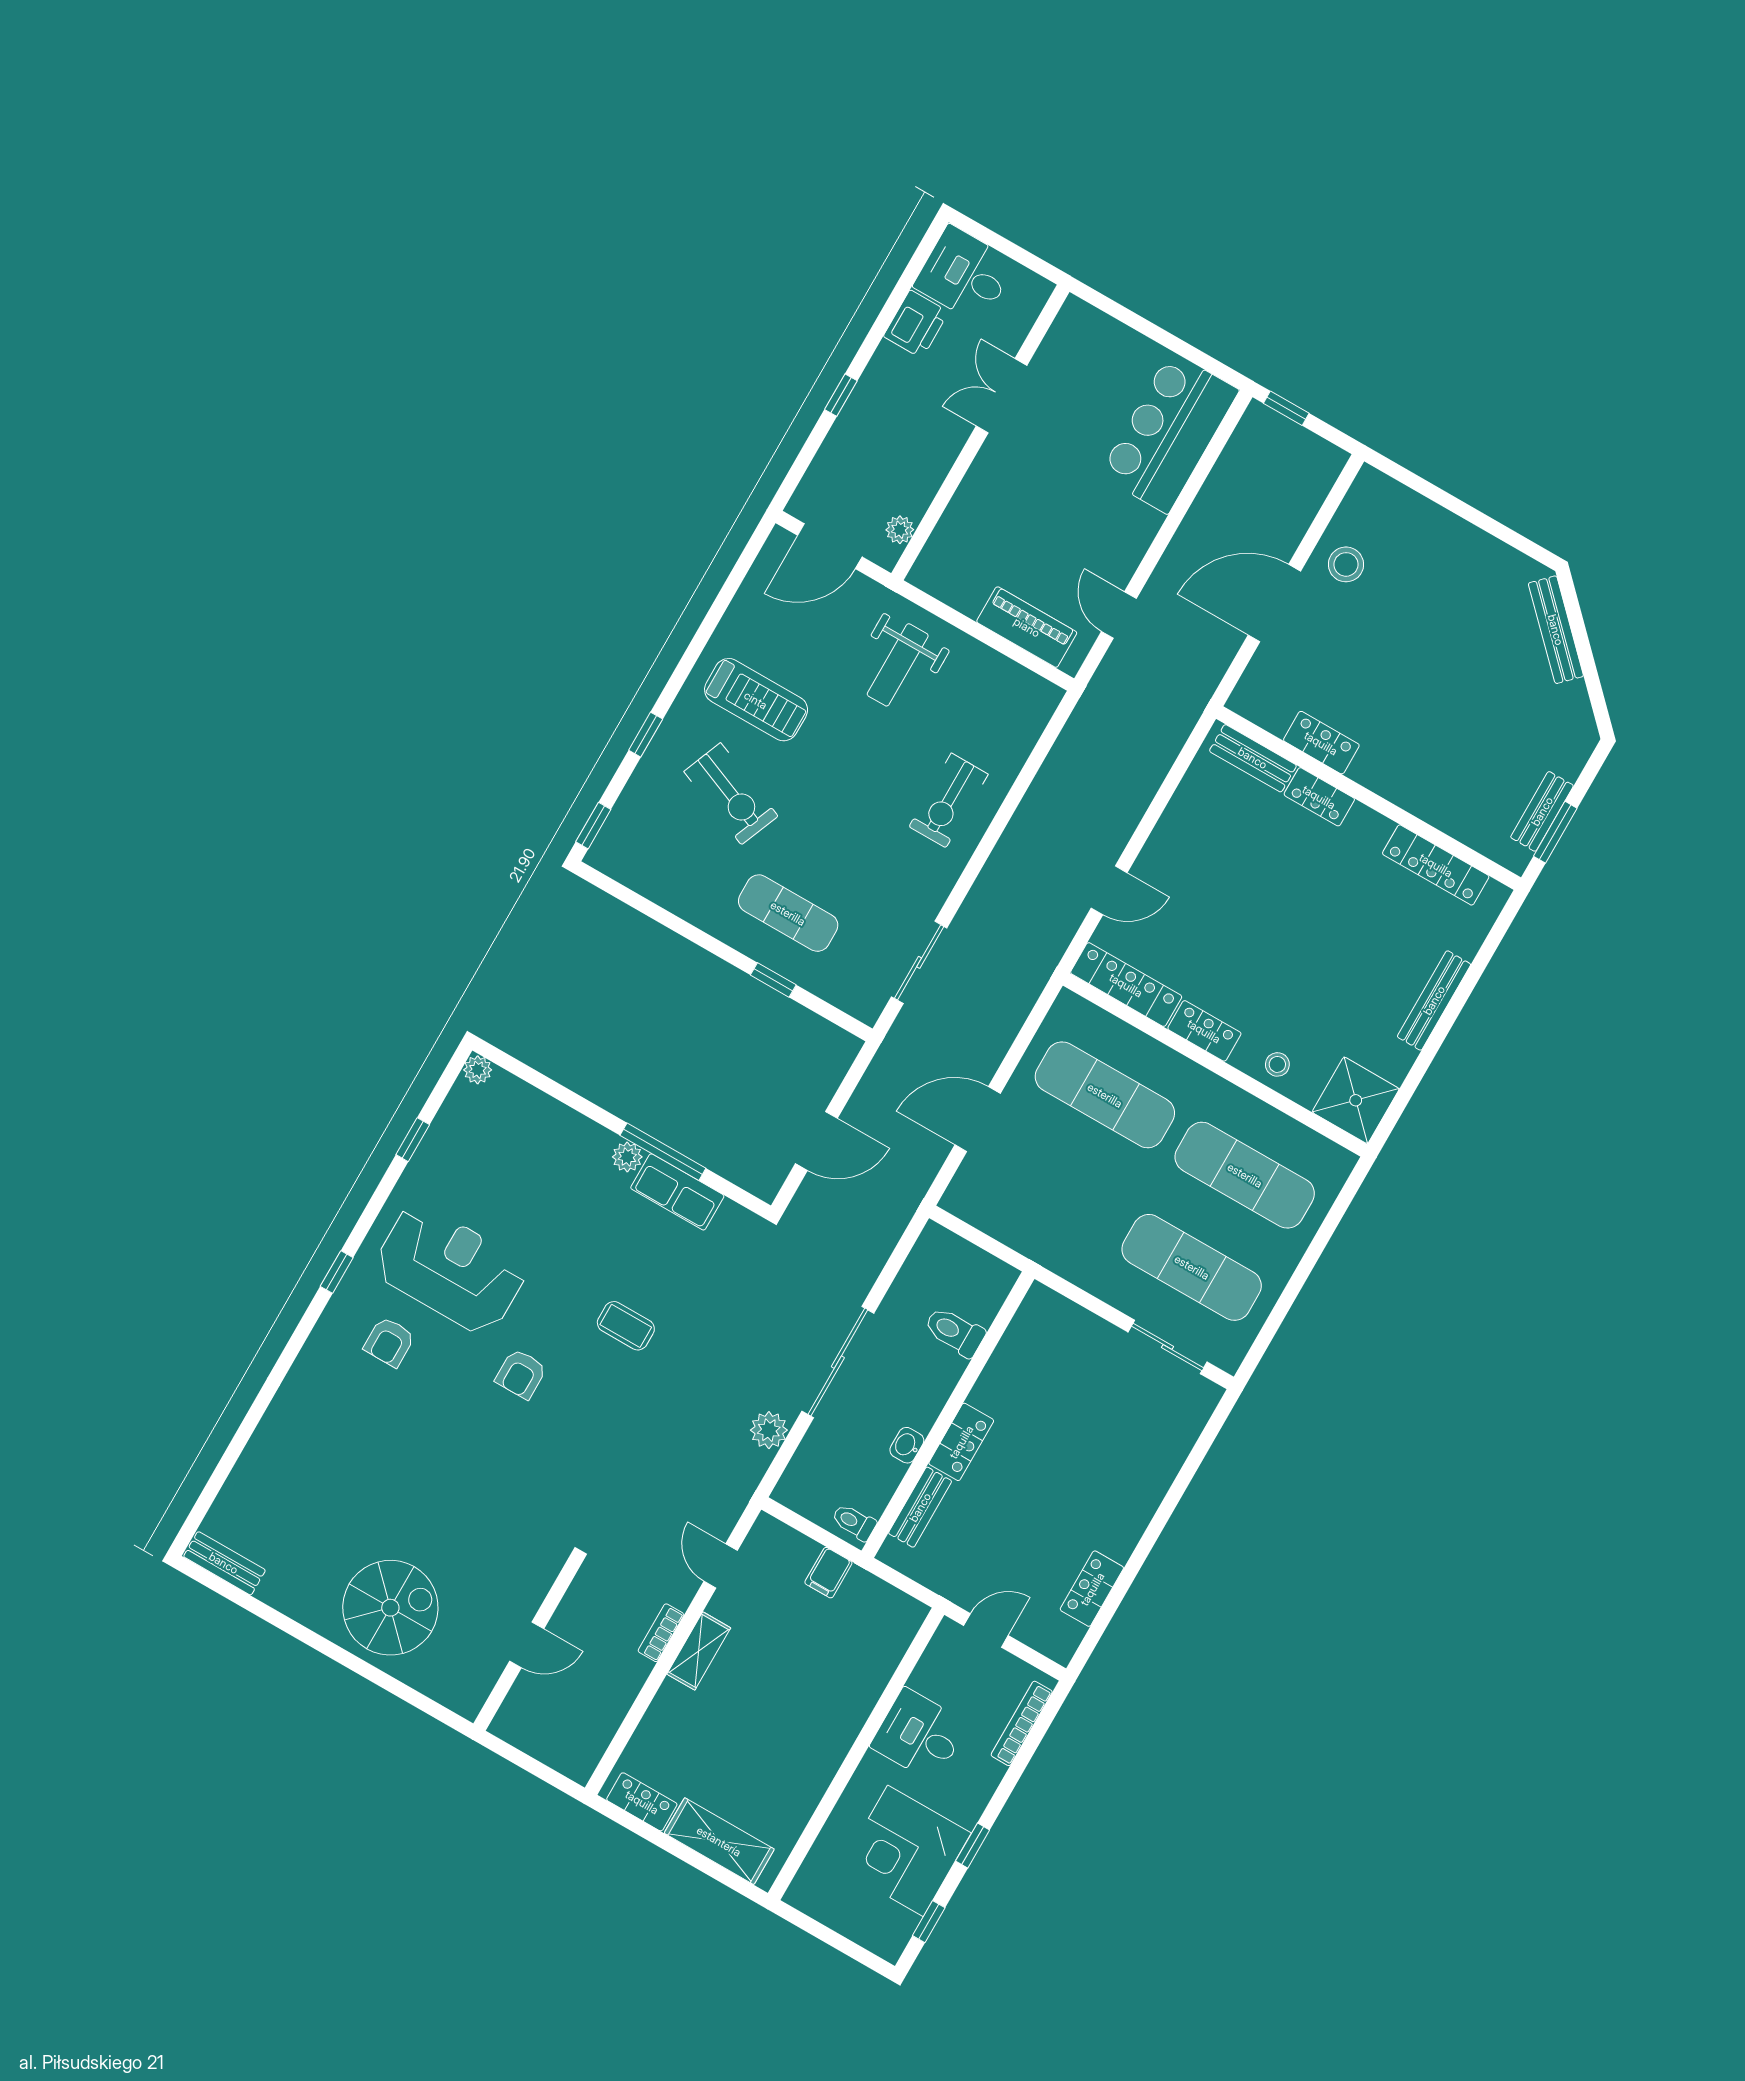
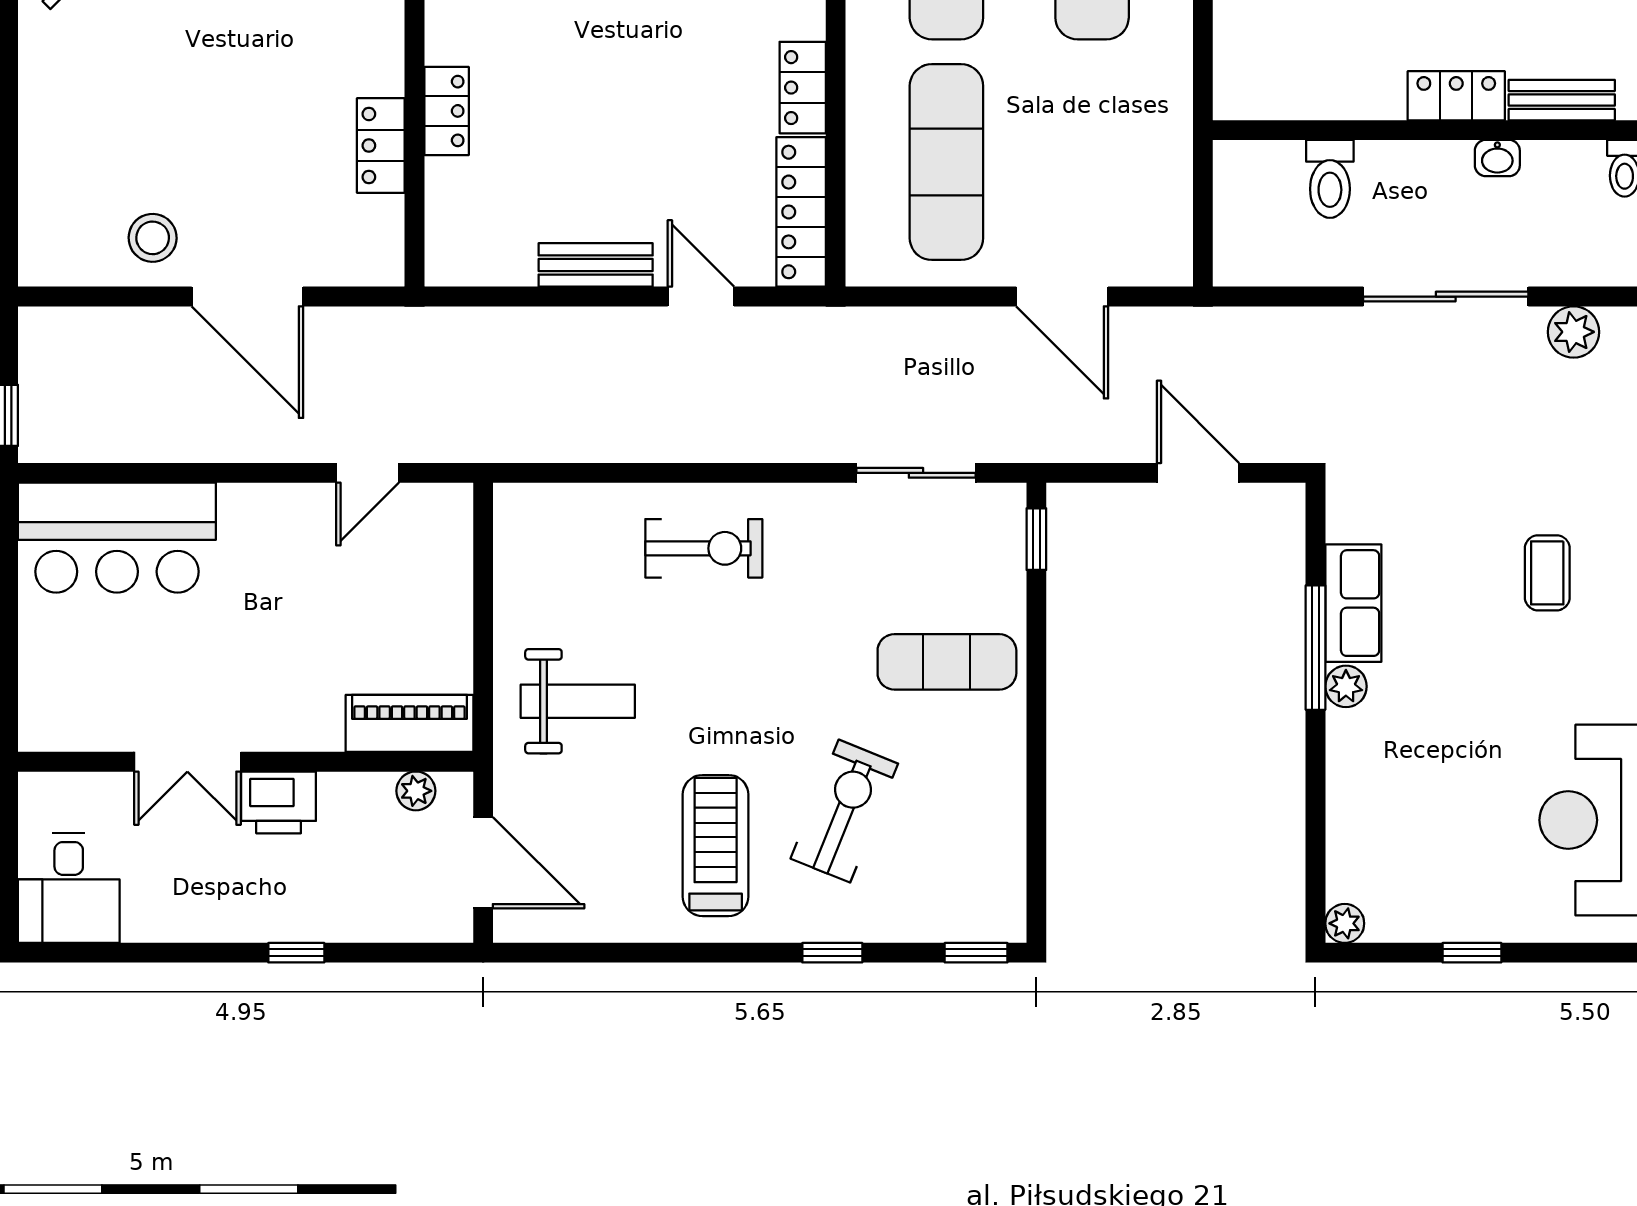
printer: (916, 324) -> (279, 802), moved, turned 180
piano: (1027, 627) -> (409, 723), moved, turned 90
bench: (1253, 758) -> (596, 265), moved, turned 90
exercise mat: (788, 913) -> (947, 662), turned 90
window: (773, 980) -> (1036, 539), moved

